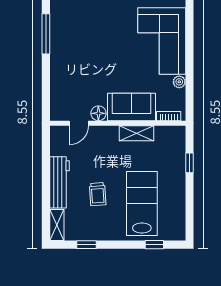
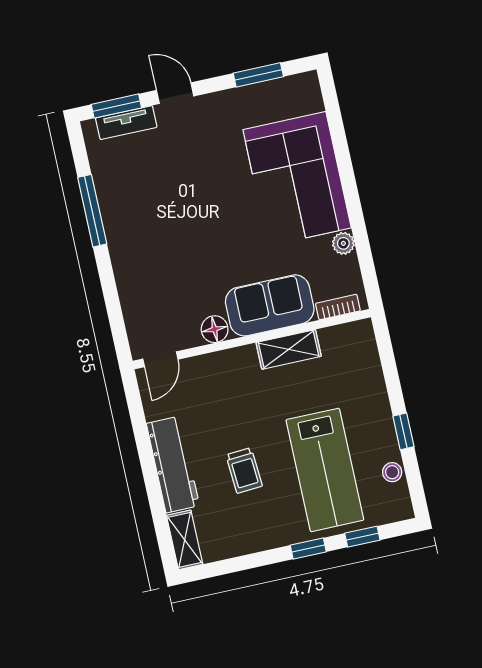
door: (79, 123) -> (160, 359), moved
window: (190, 163) -> (403, 431), moved
lab bench: (142, 204) -> (325, 470), turned 180
stool: (178, 213) -> (392, 472), added
window: (86, 245) -> (308, 549), moved

